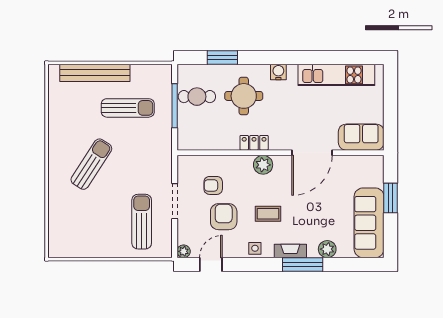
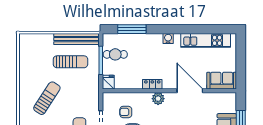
window: (222, 58) -> (132, 29), width x1.44
bench: (95, 73) -> (77, 39), moved
round table: (244, 96) -> (146, 54), removed
fridge: (186, 139) -> (108, 82), added
door: (312, 153) -> (190, 91), swing flipped

